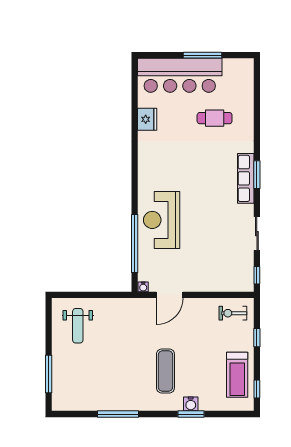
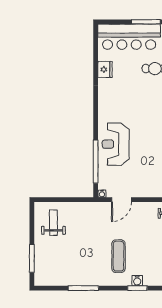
weight bench: (78, 326) -> (53, 223), turned 180

